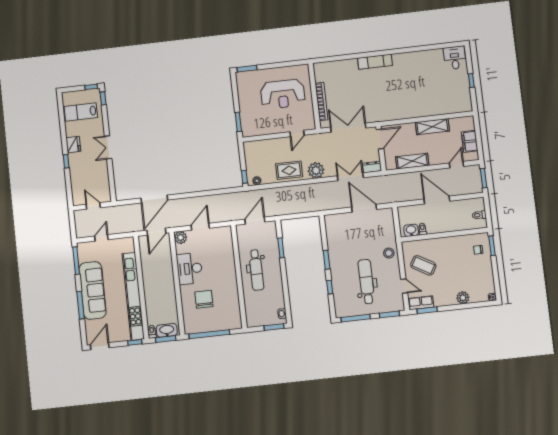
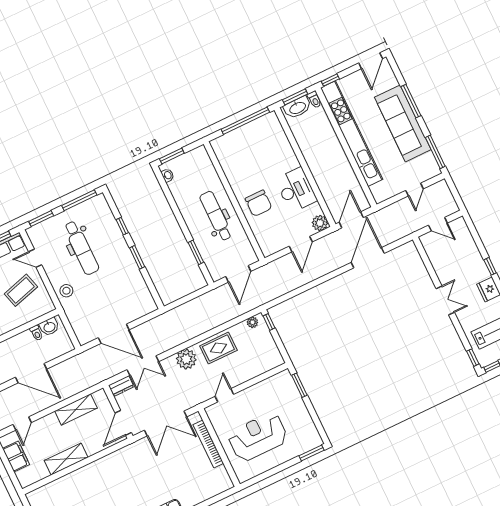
coffee table: (423, 265) -> (21, 290), turned -46
chair: (204, 299) -> (259, 203), moved

